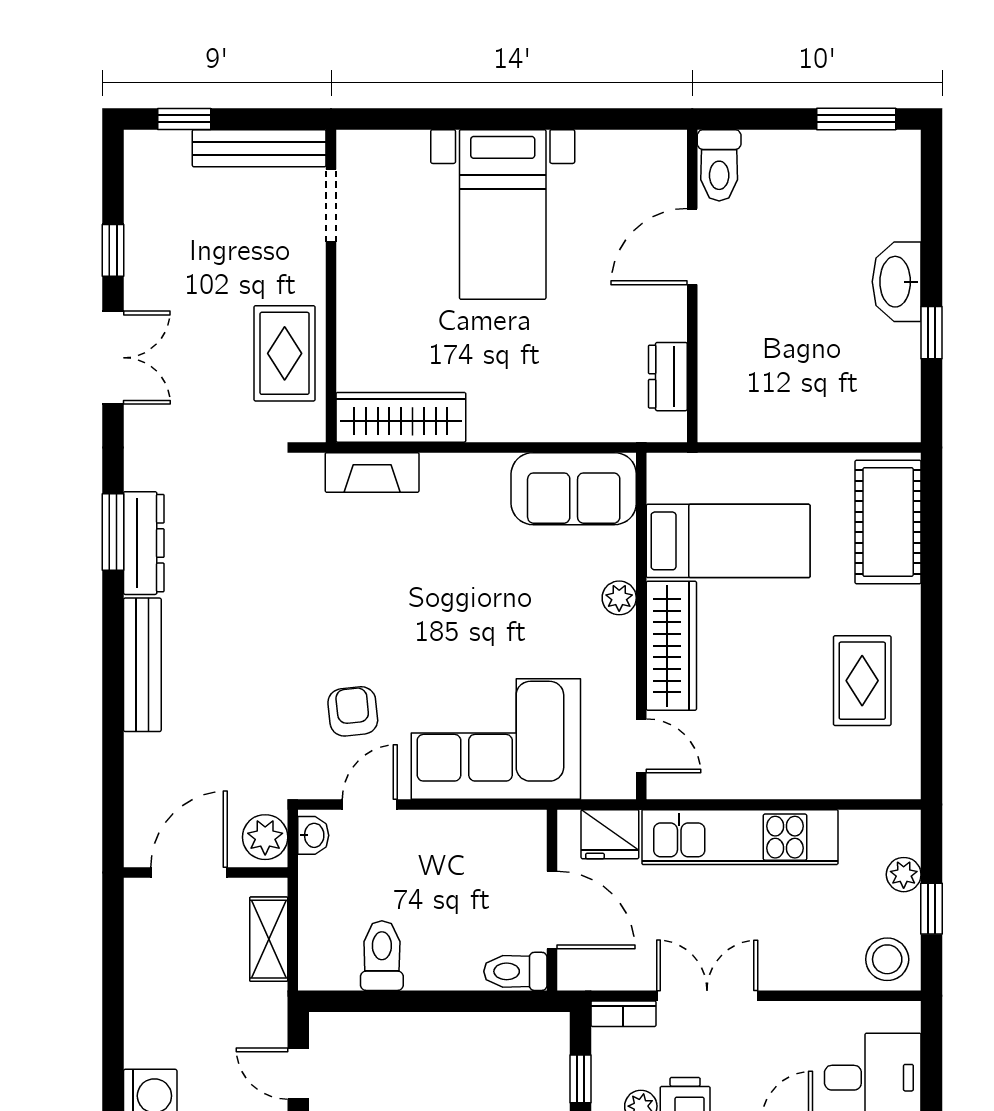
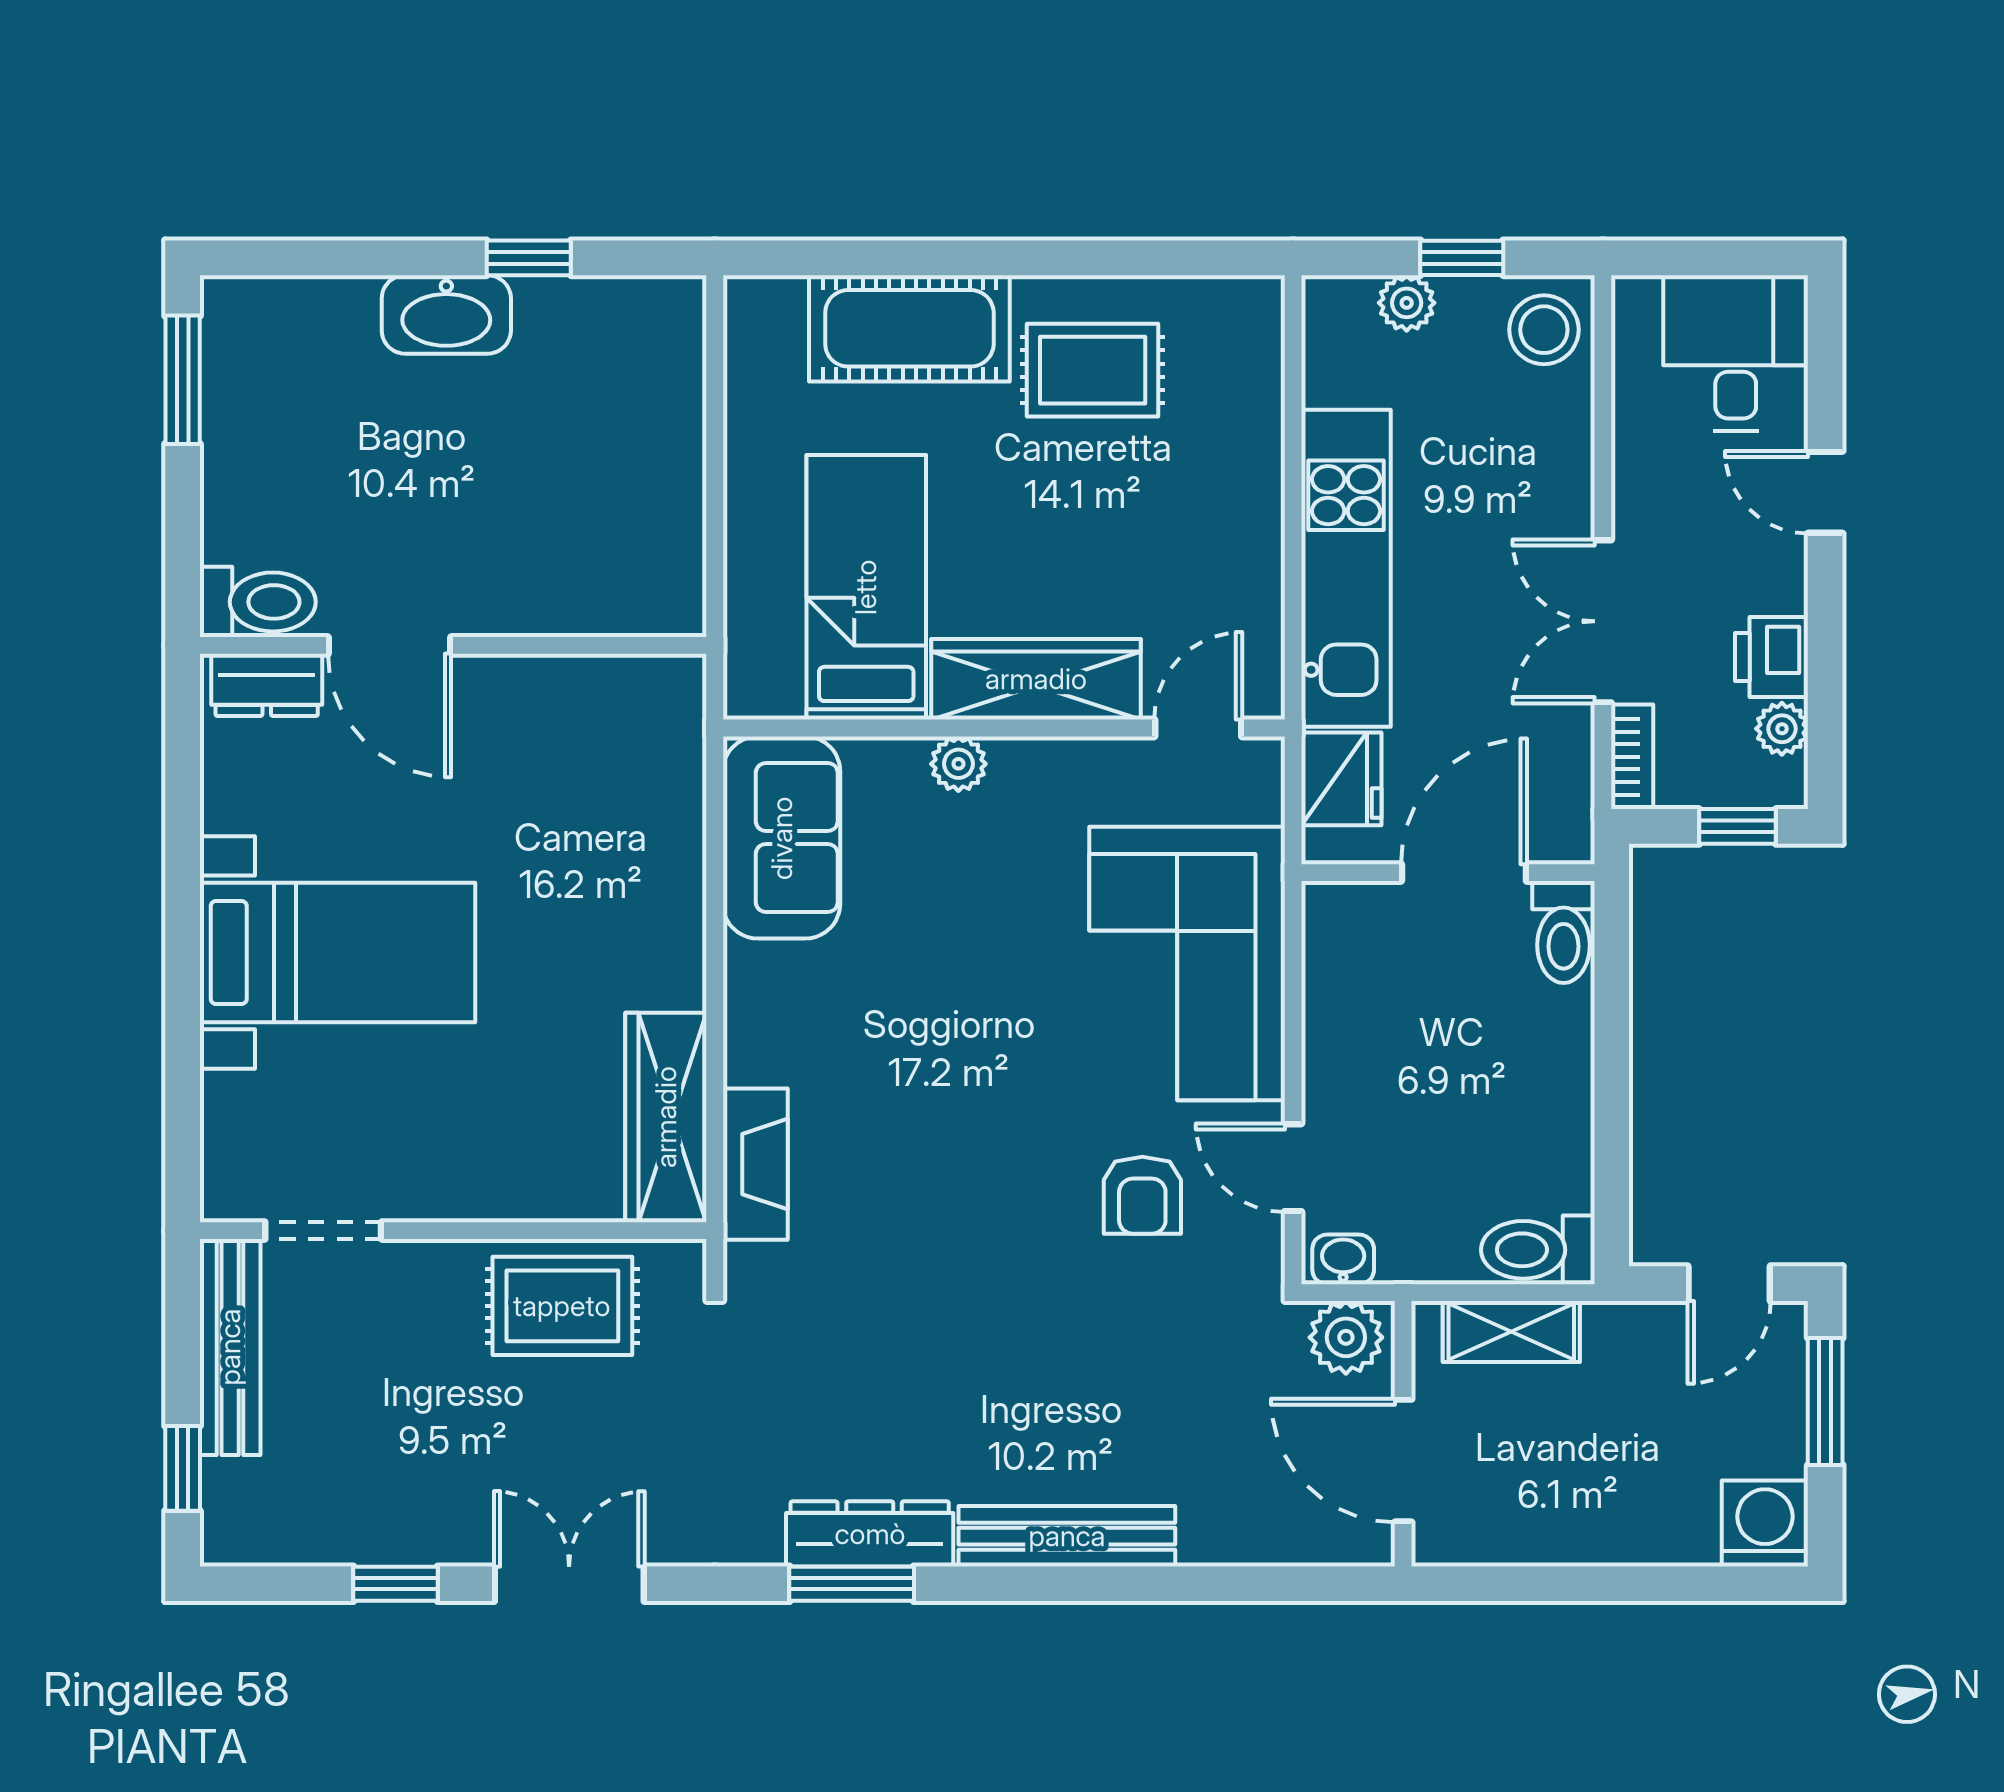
dresser: (668, 377) -> (267, 685), moved
cot: (888, 522) -> (909, 328), moved
armchair: (353, 711) -> (1142, 1195), turned -84
toilet: (382, 956) -> (1538, 1250), moved

